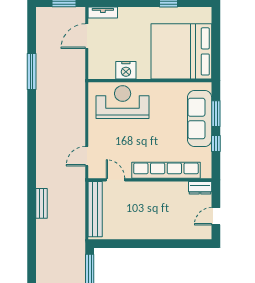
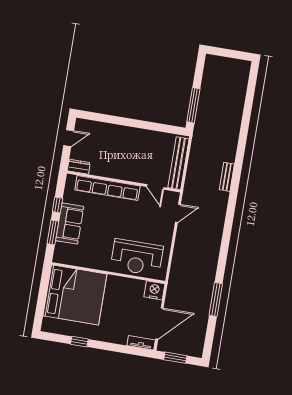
door: (87, 36) -> (160, 323), width x1.36
nightstand: (126, 70) -> (154, 290), moved
sofa: (200, 119) -> (70, 224), width x0.73

